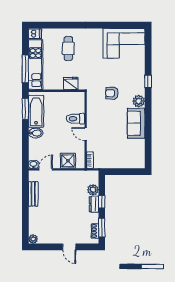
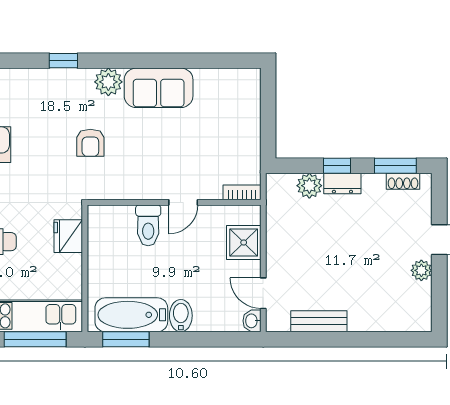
plant: (33, 239) -> (421, 270), moved

